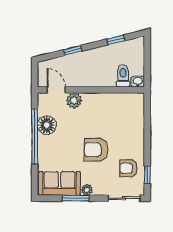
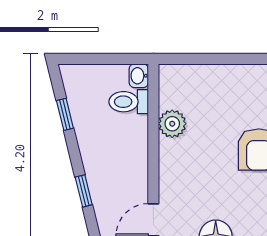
plant: (74, 101) -> (172, 124), moved

